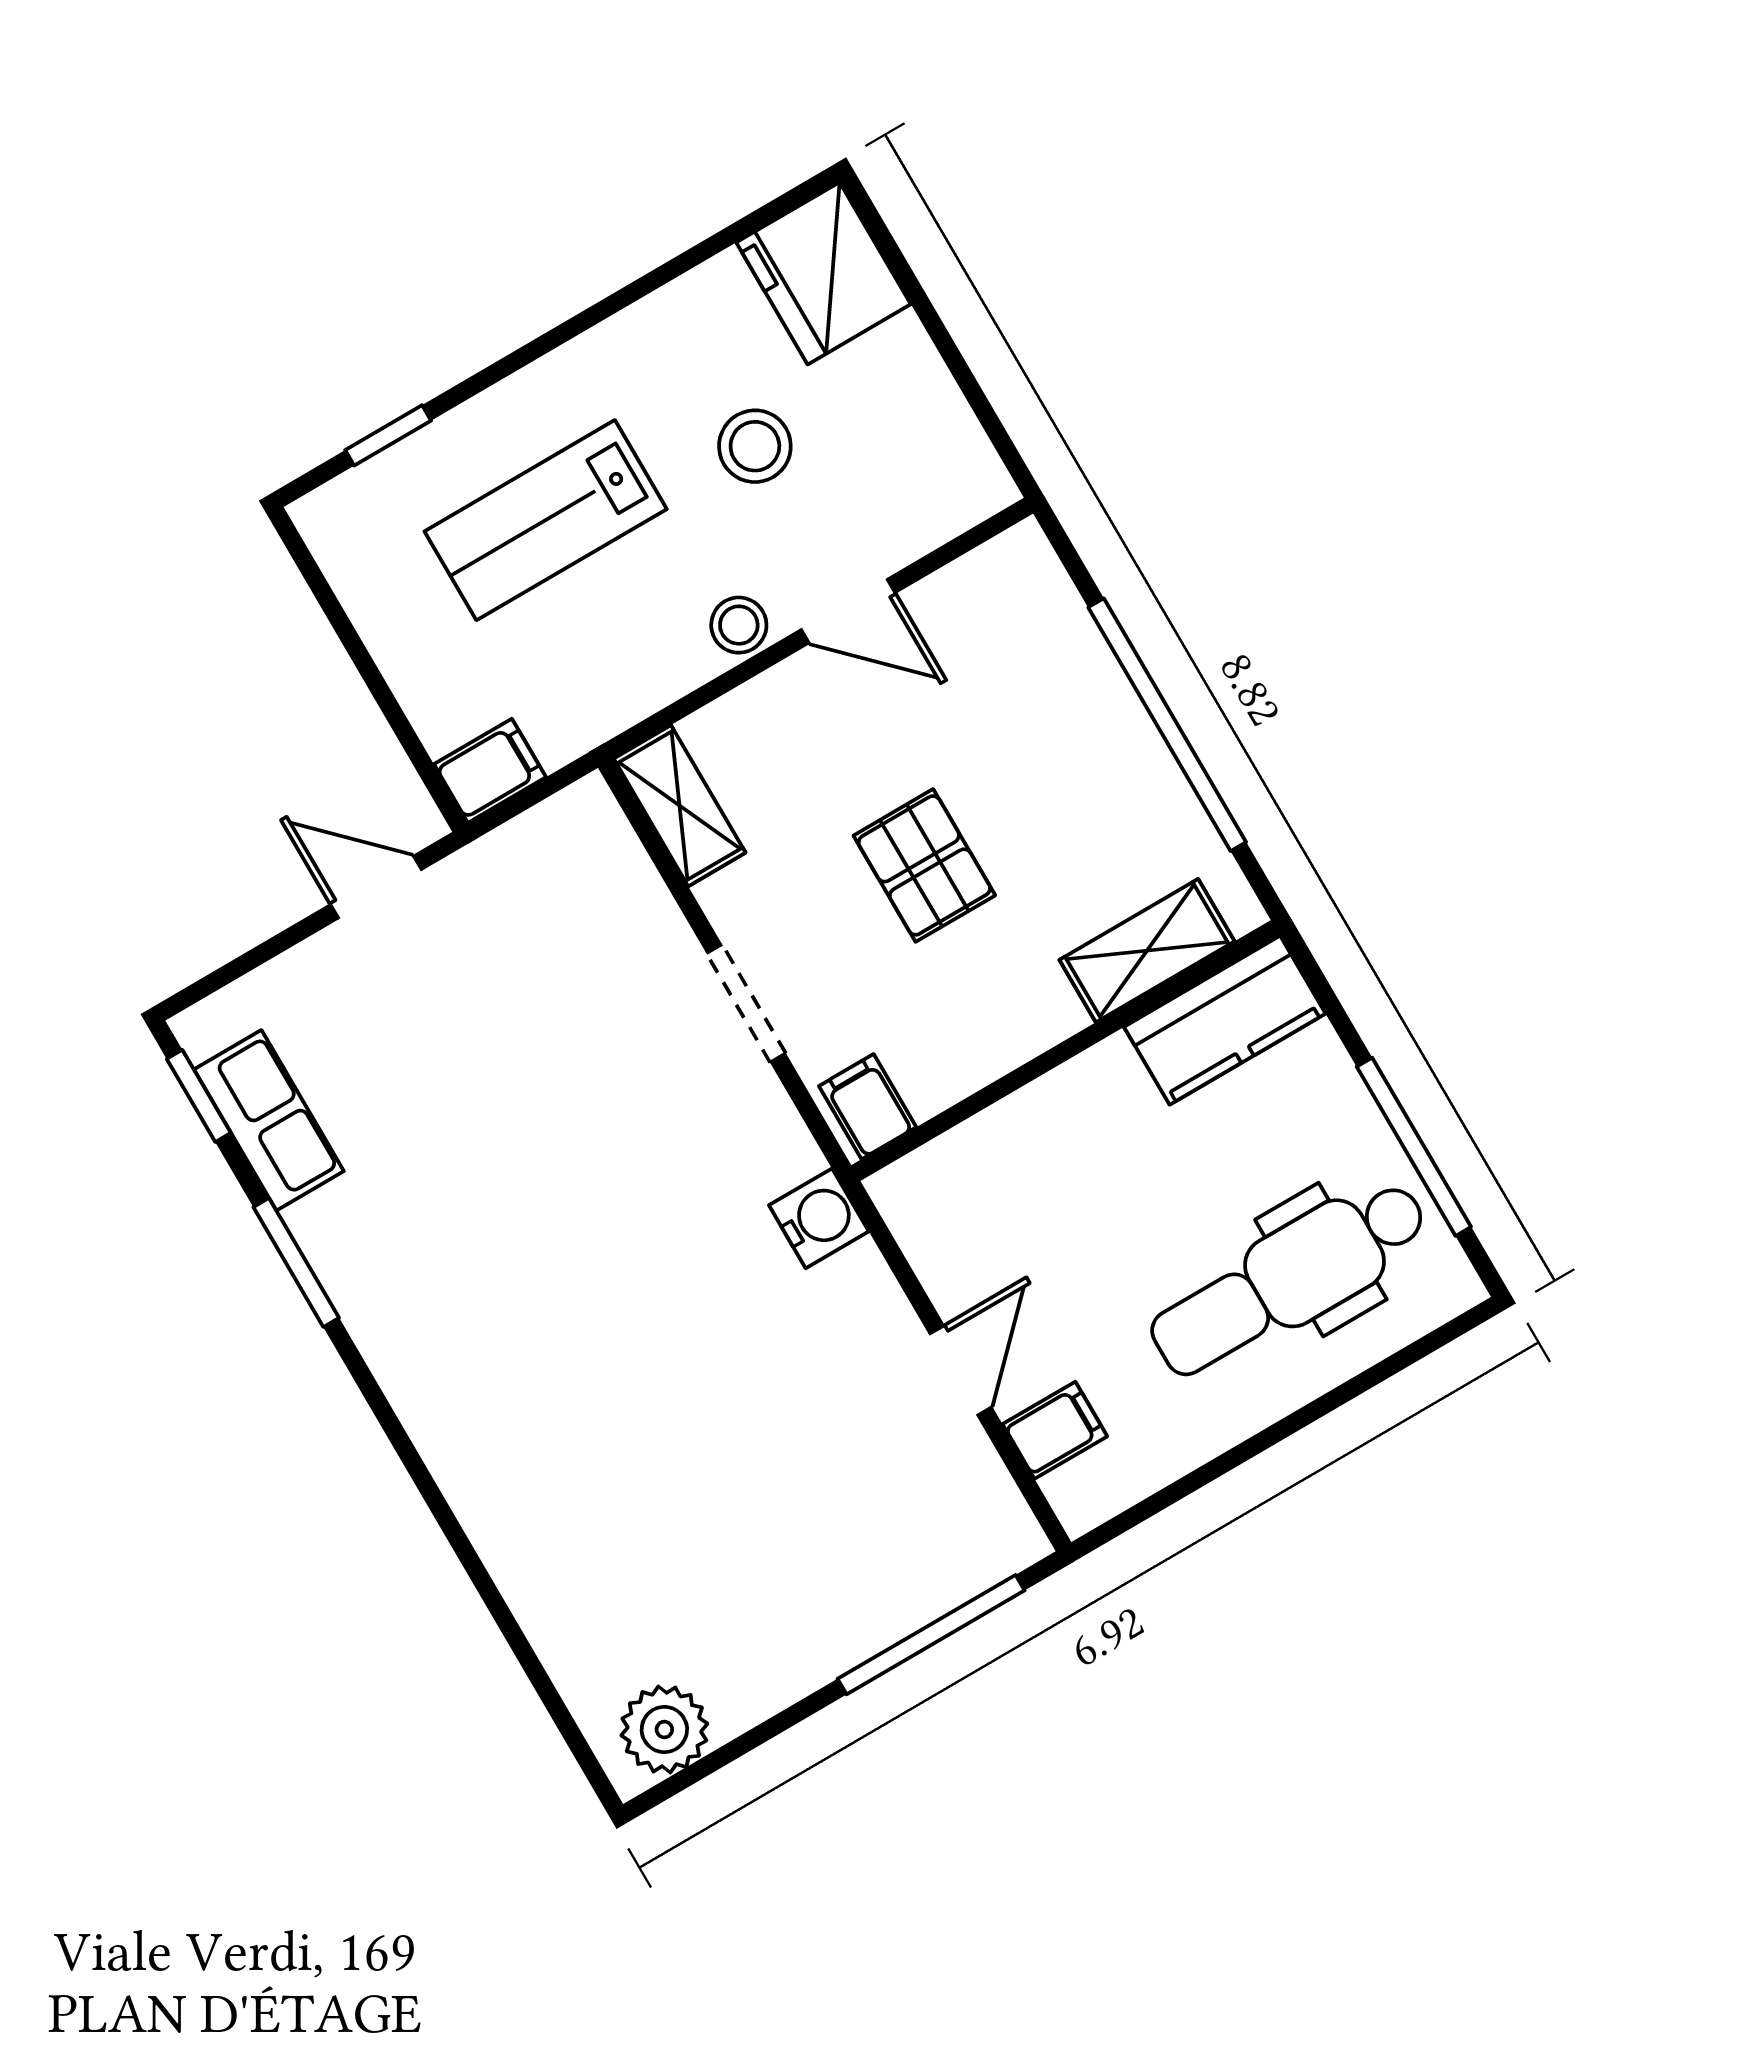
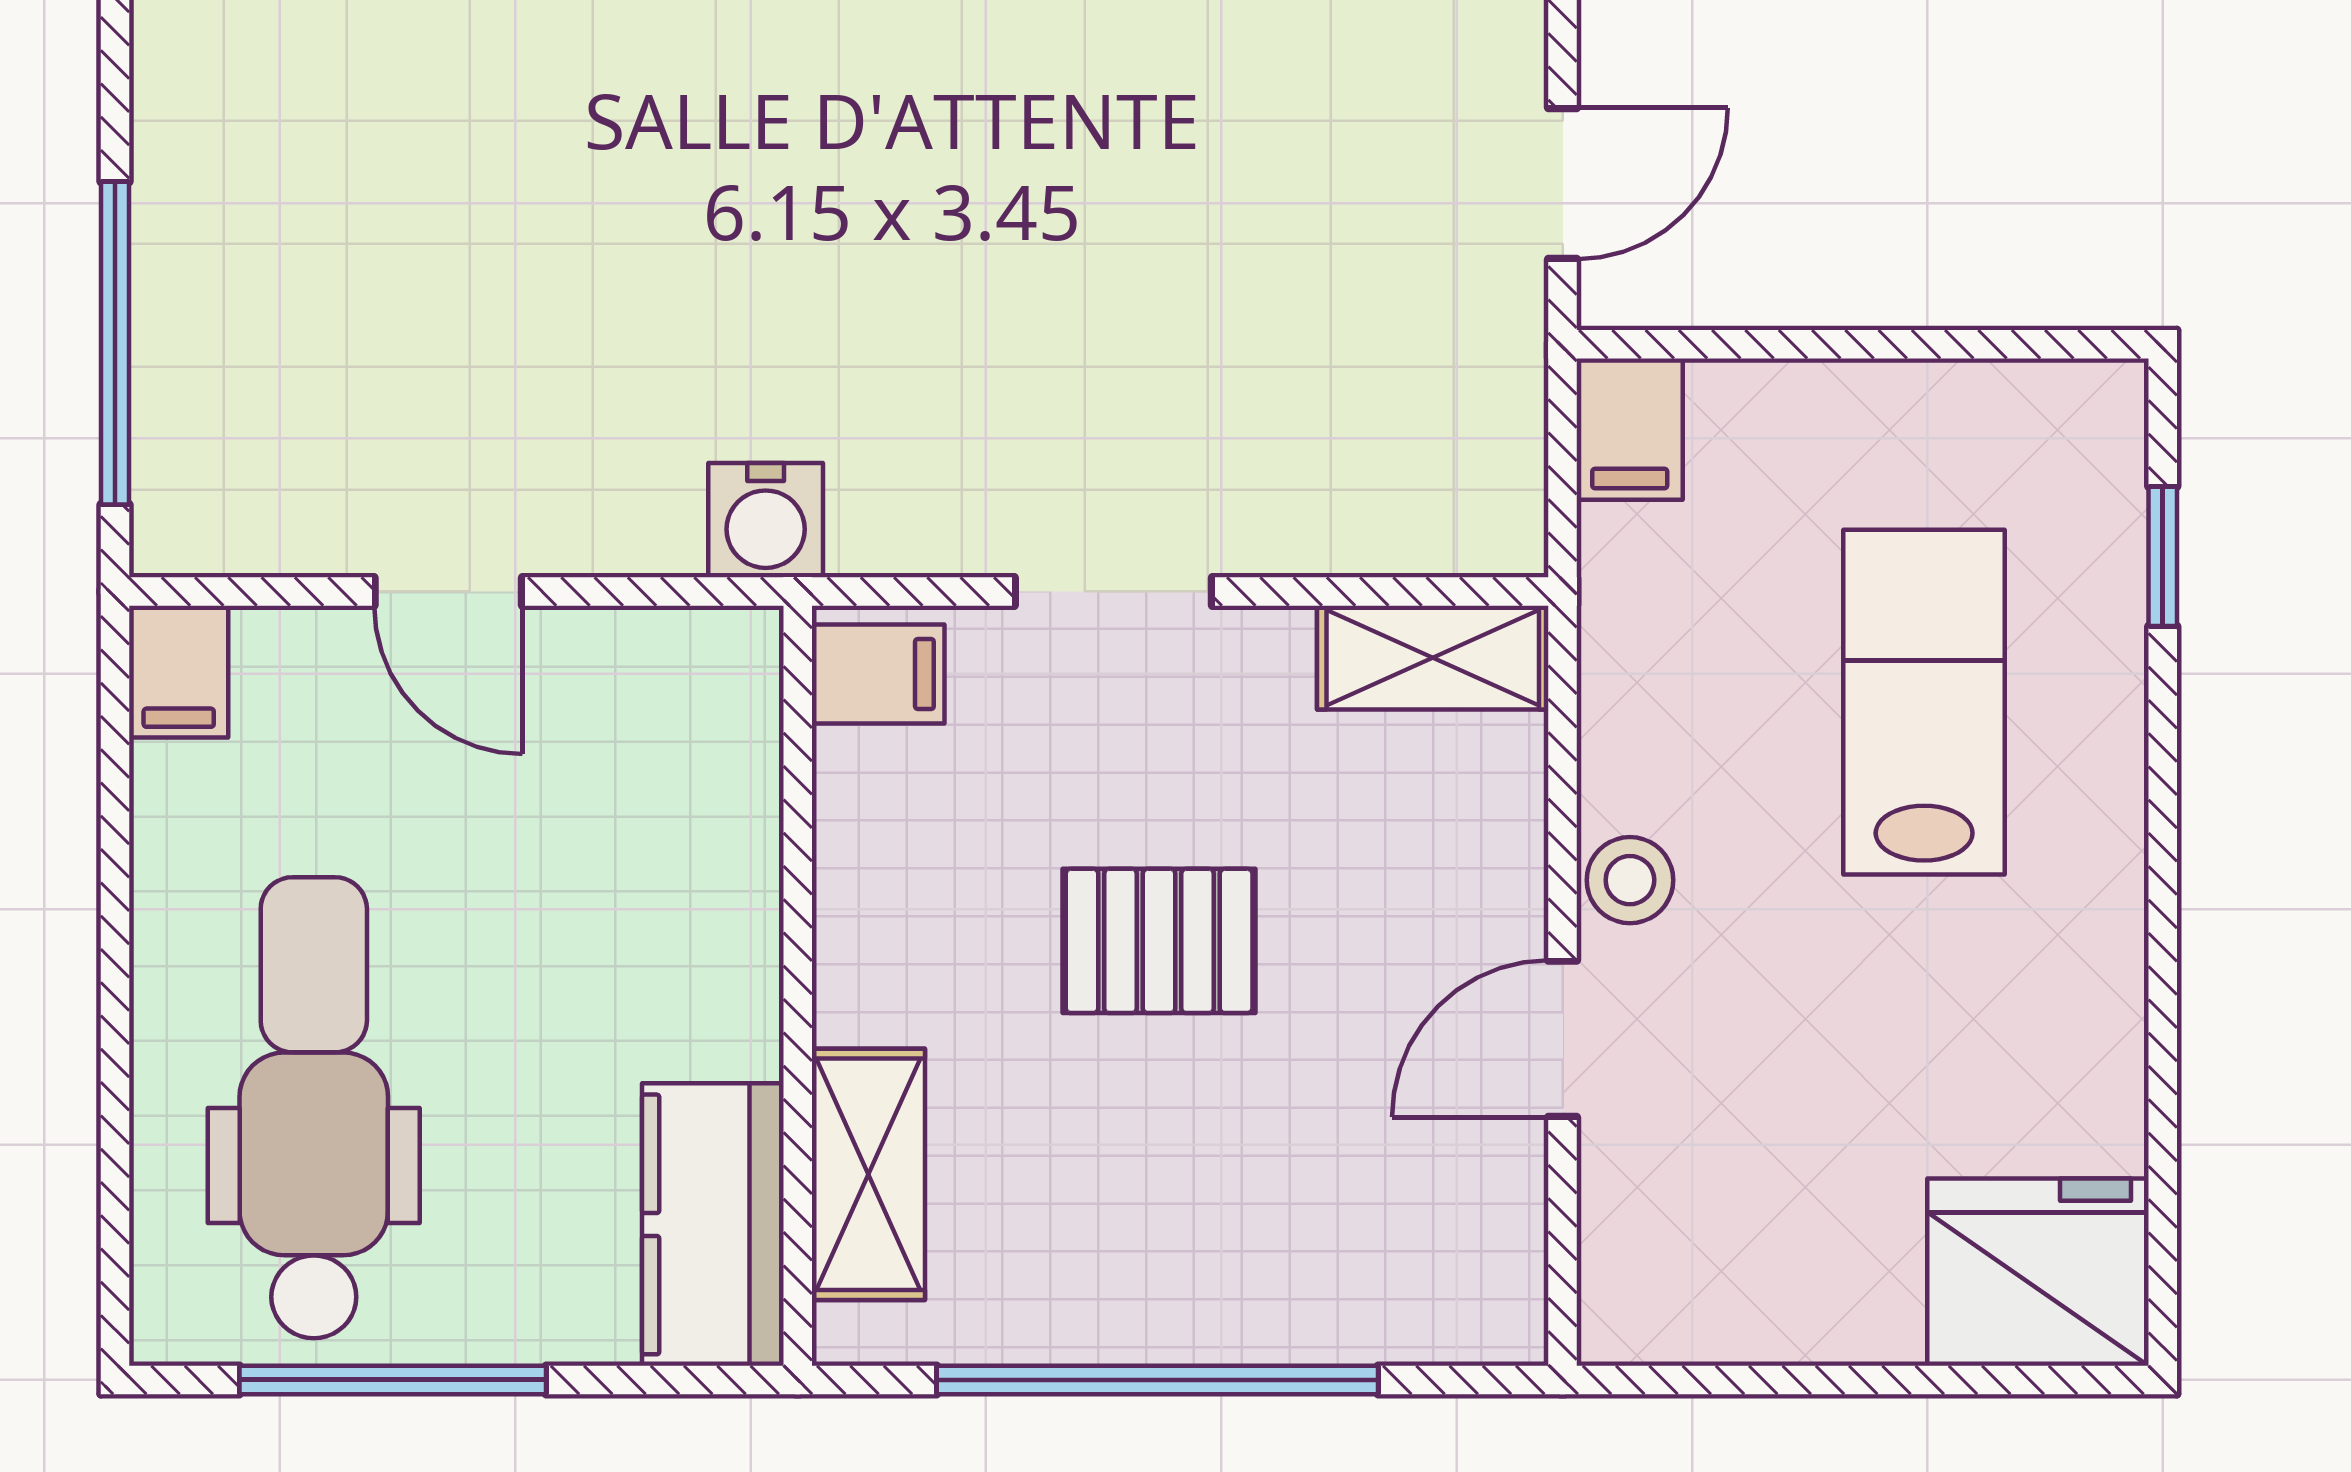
stool: (755, 446) -> (1859, 1043), removed
filing cabinet: (1055, 1430) -> (179, 672), moved

